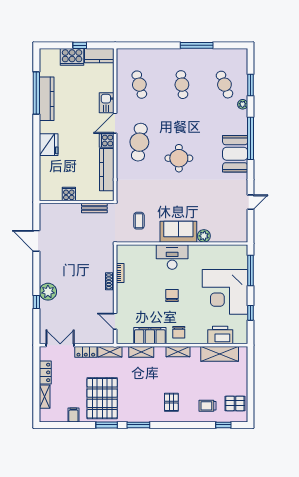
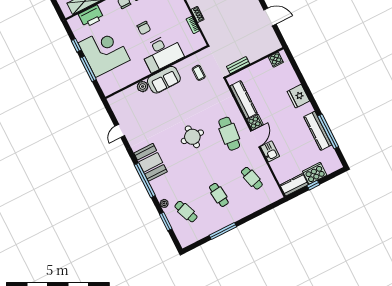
cooker: (69, 194) -> (276, 60), moved
desk: (172, 257) -> (162, 53), width x1.36, depth x1.30
window: (251, 271) -> (88, 69), moved

